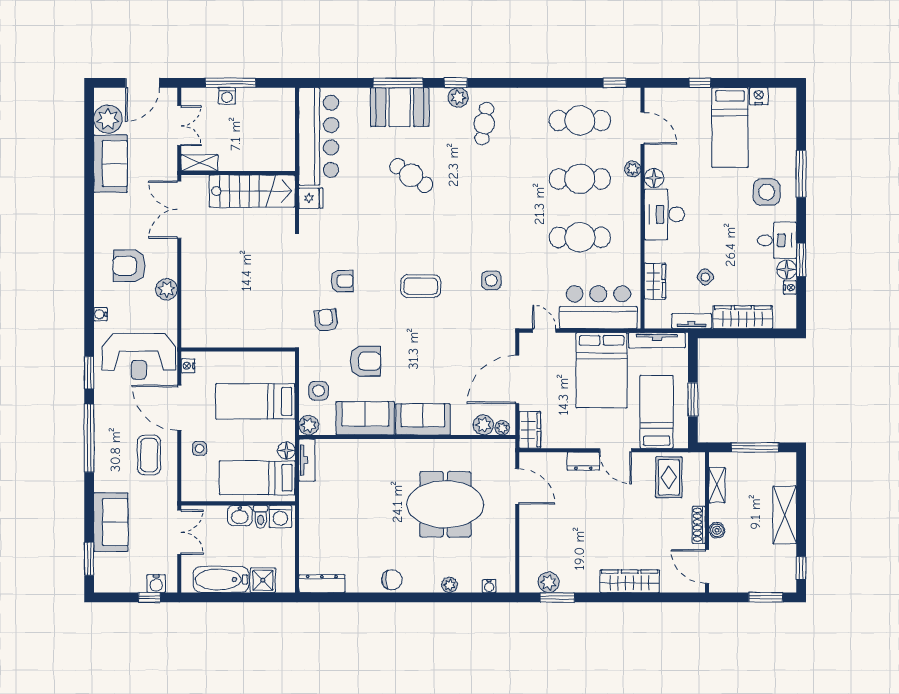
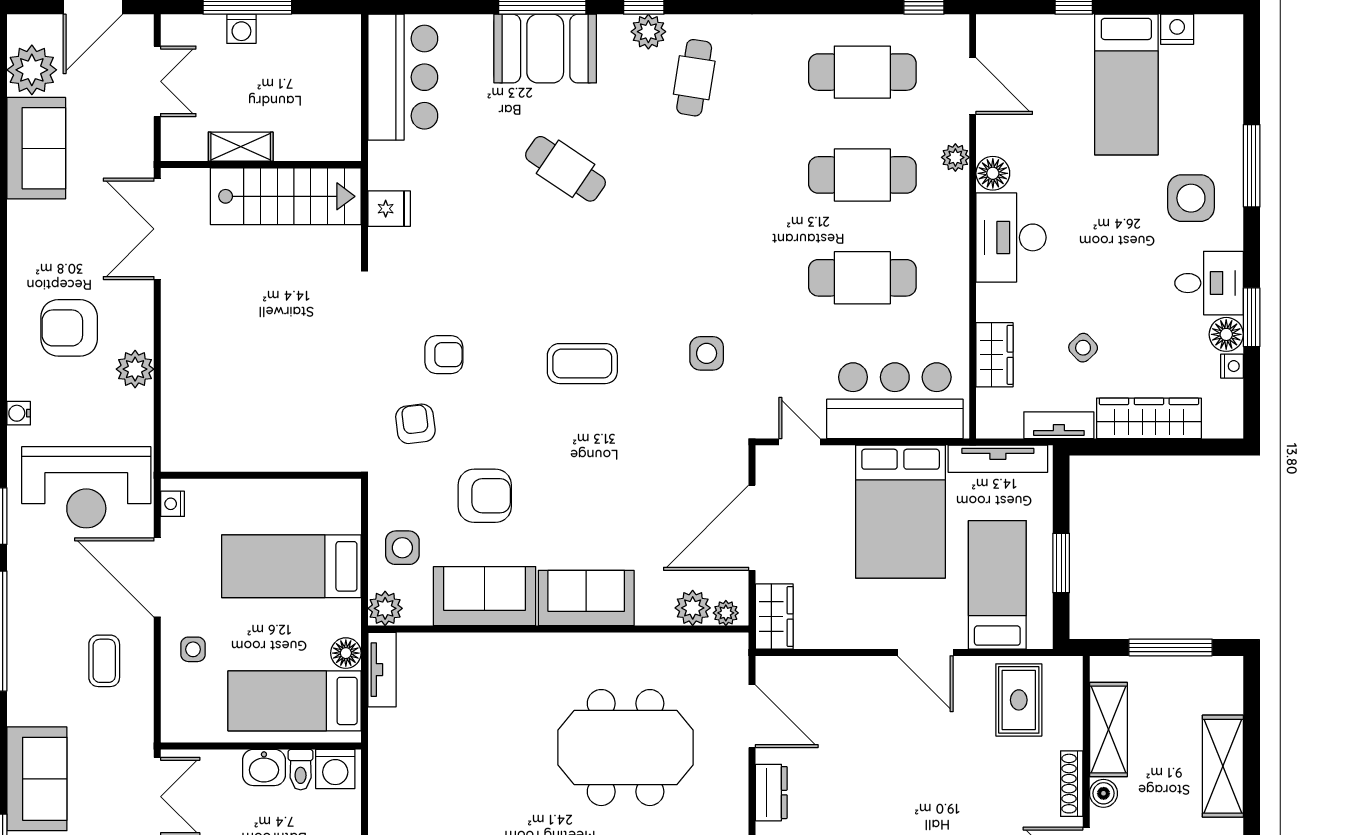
bar counter: (319, 136) -> (403, 77), width x0.73
shelving: (199, 163) -> (241, 147), moved
coffee table: (149, 455) -> (104, 661), width x0.73, depth x0.77
dresser: (583, 461) -> (771, 793), moved, turned -90
shelving: (717, 485) -> (1108, 730), width x1.50, depth x1.33

